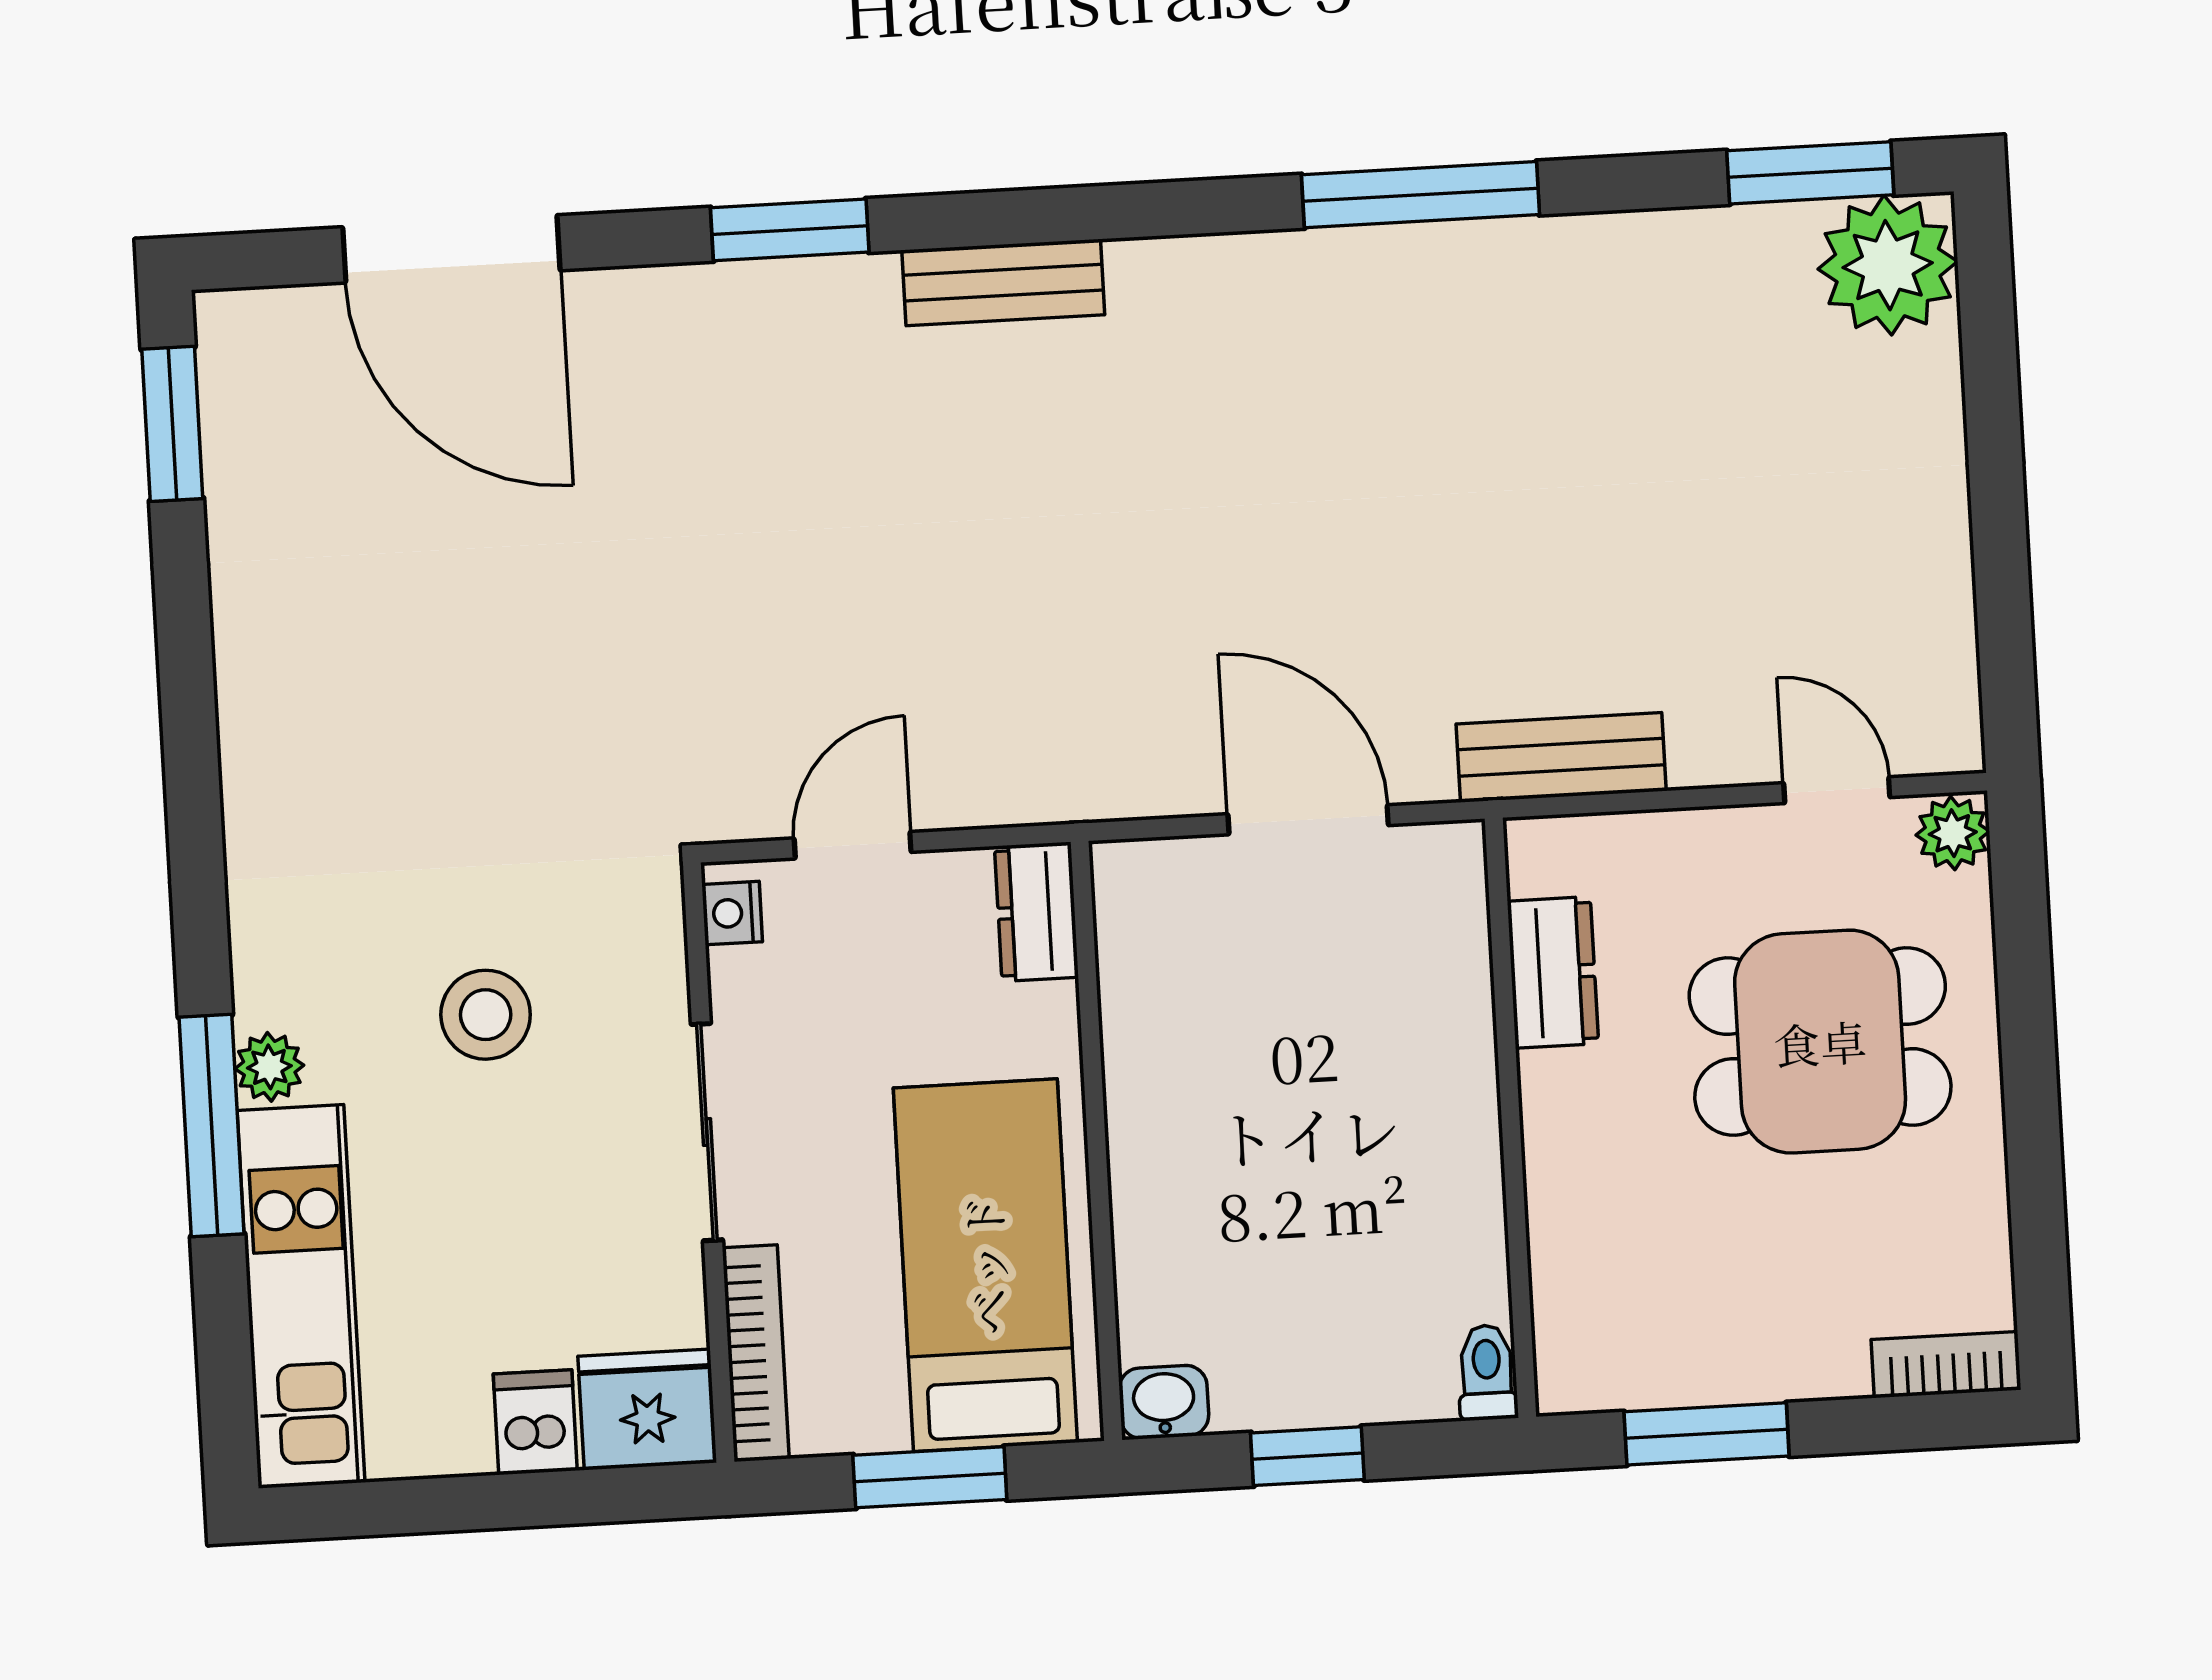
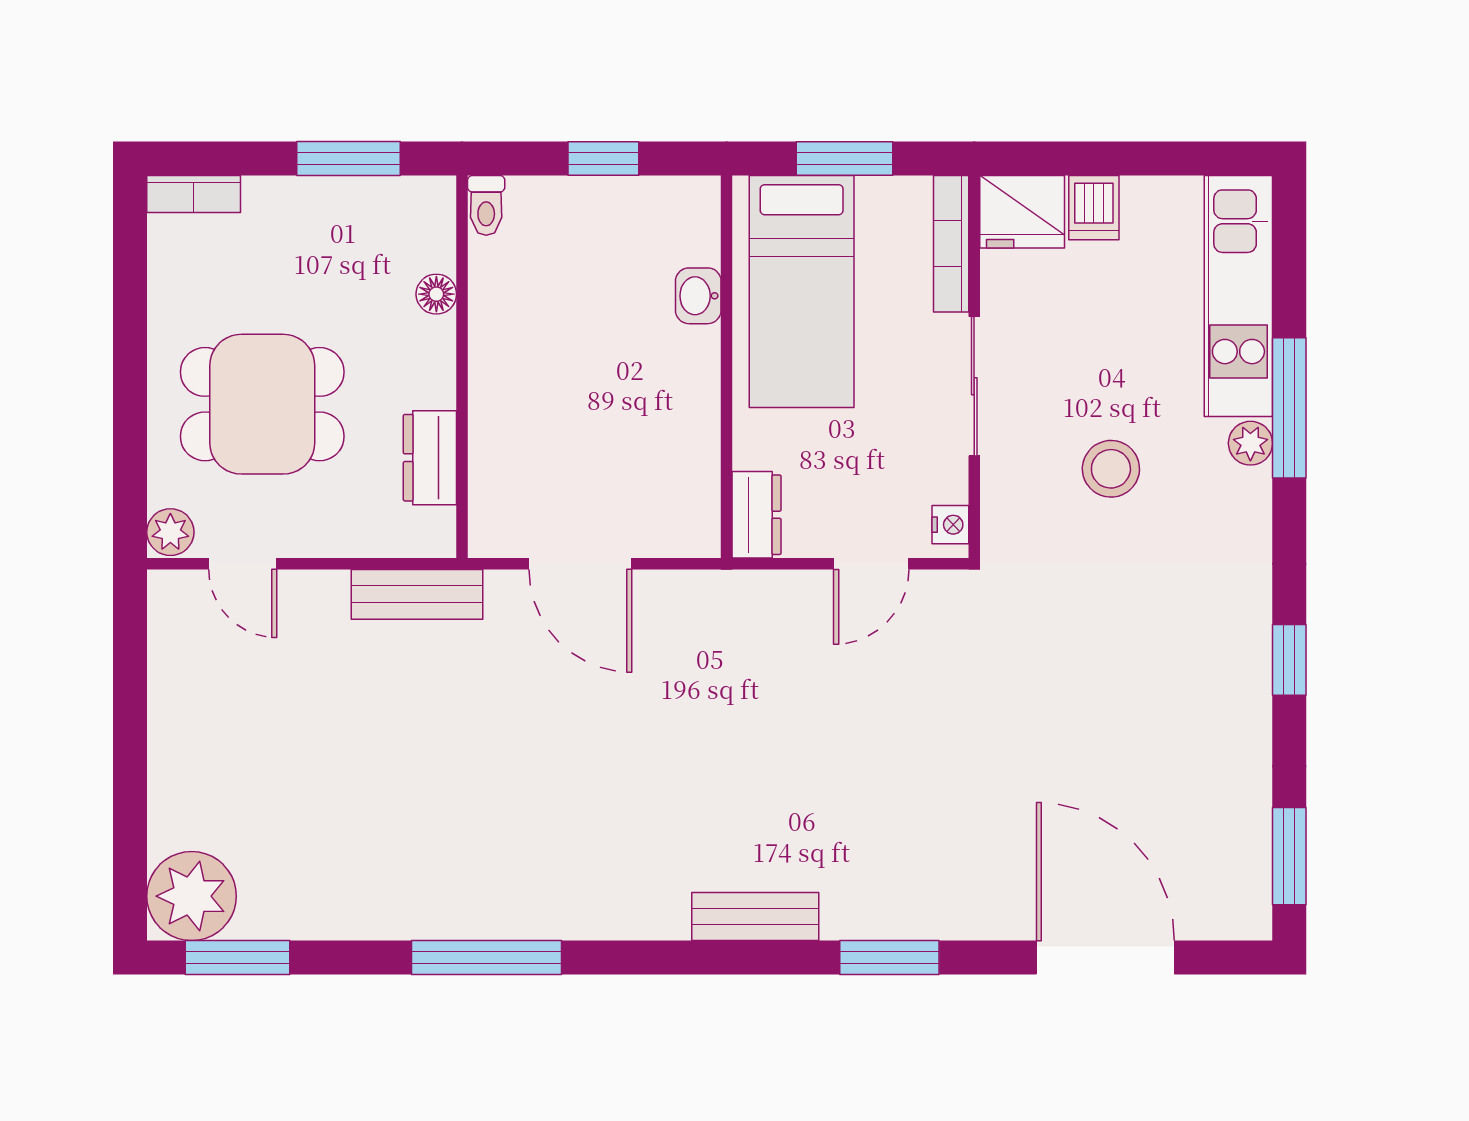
window: (189, 731) -> (1289, 660), added
floor lamp: (1557, 1229) -> (436, 294), added
washbasin: (1164, 1402) -> (698, 296), moved, turned 90

